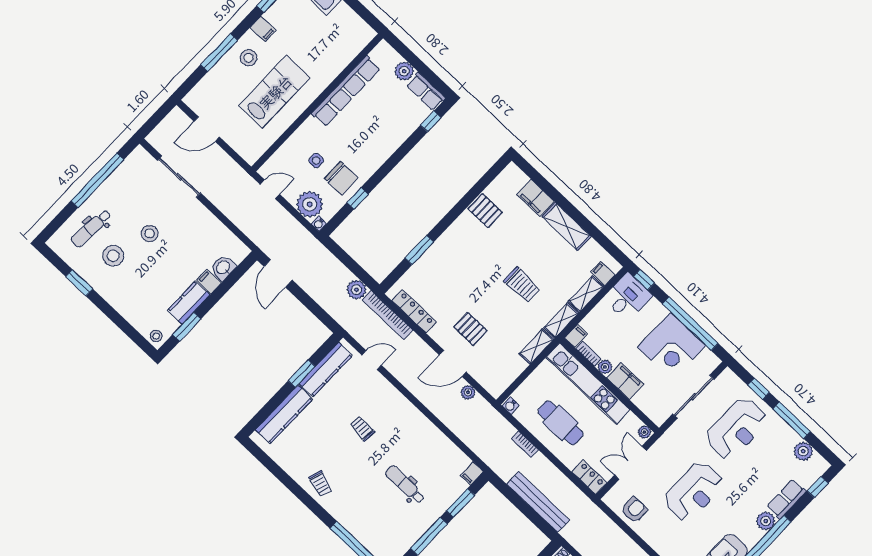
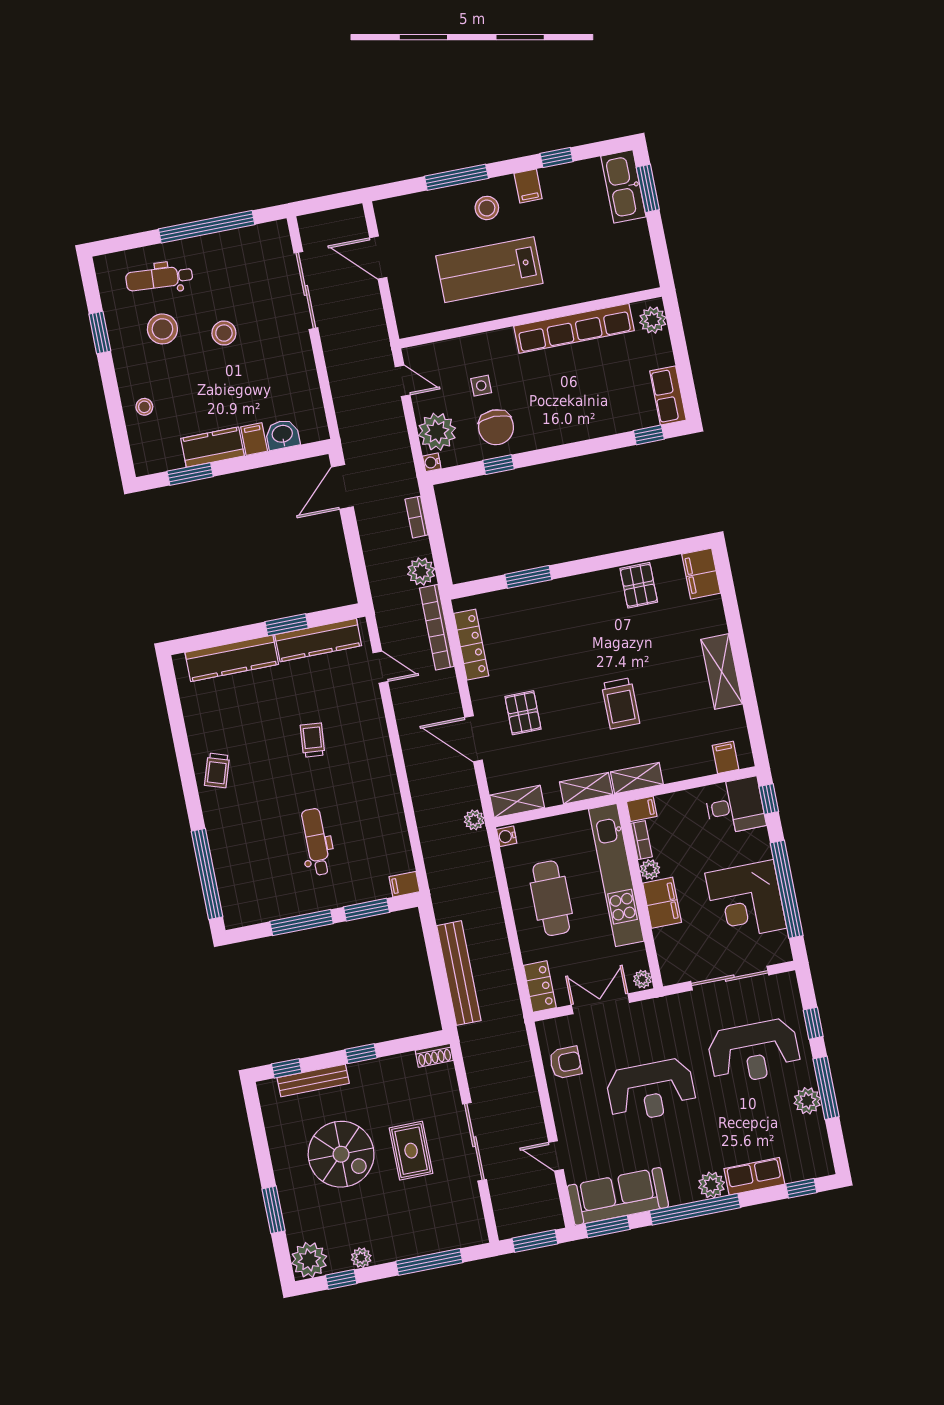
plant: (404, 71) -> (653, 320), moved
lab bench: (275, 92) -> (489, 270), turned 180
filing cabinet: (536, 198) -> (701, 574), moved
shelving: (586, 294) -> (517, 802), moved
stool: (156, 336) -> (144, 407), moved
plant: (468, 392) -> (474, 820), moved
bookcase: (525, 444) -> (417, 517), moved
plant: (803, 451) -> (807, 1101), moved

